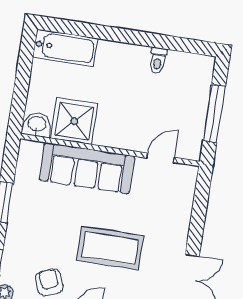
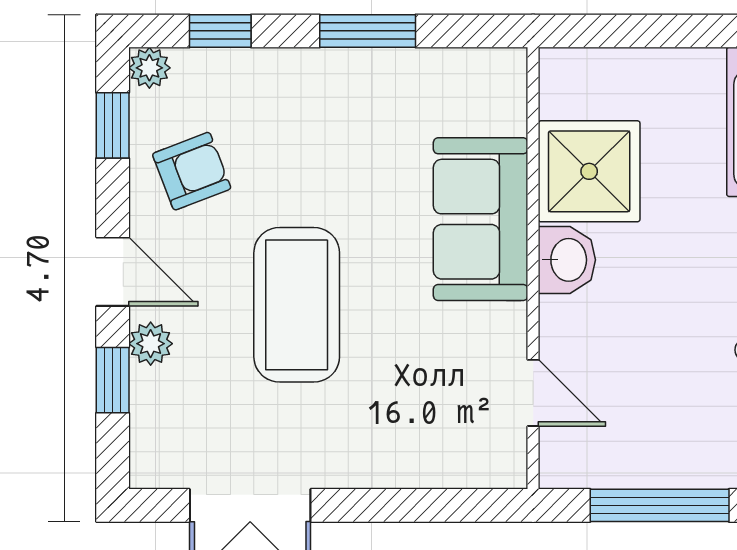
washbasin: (37, 125) -> (567, 260), moved
sofa: (87, 168) -> (481, 219), width x0.73

